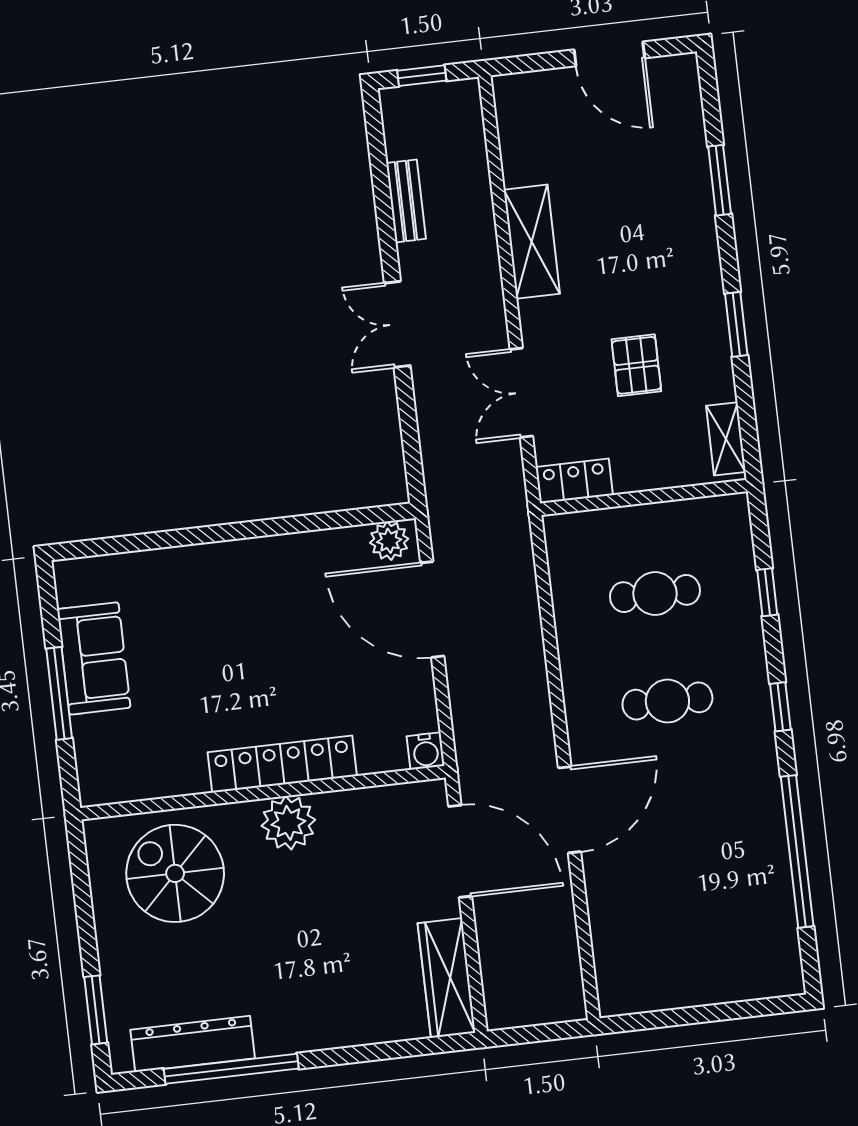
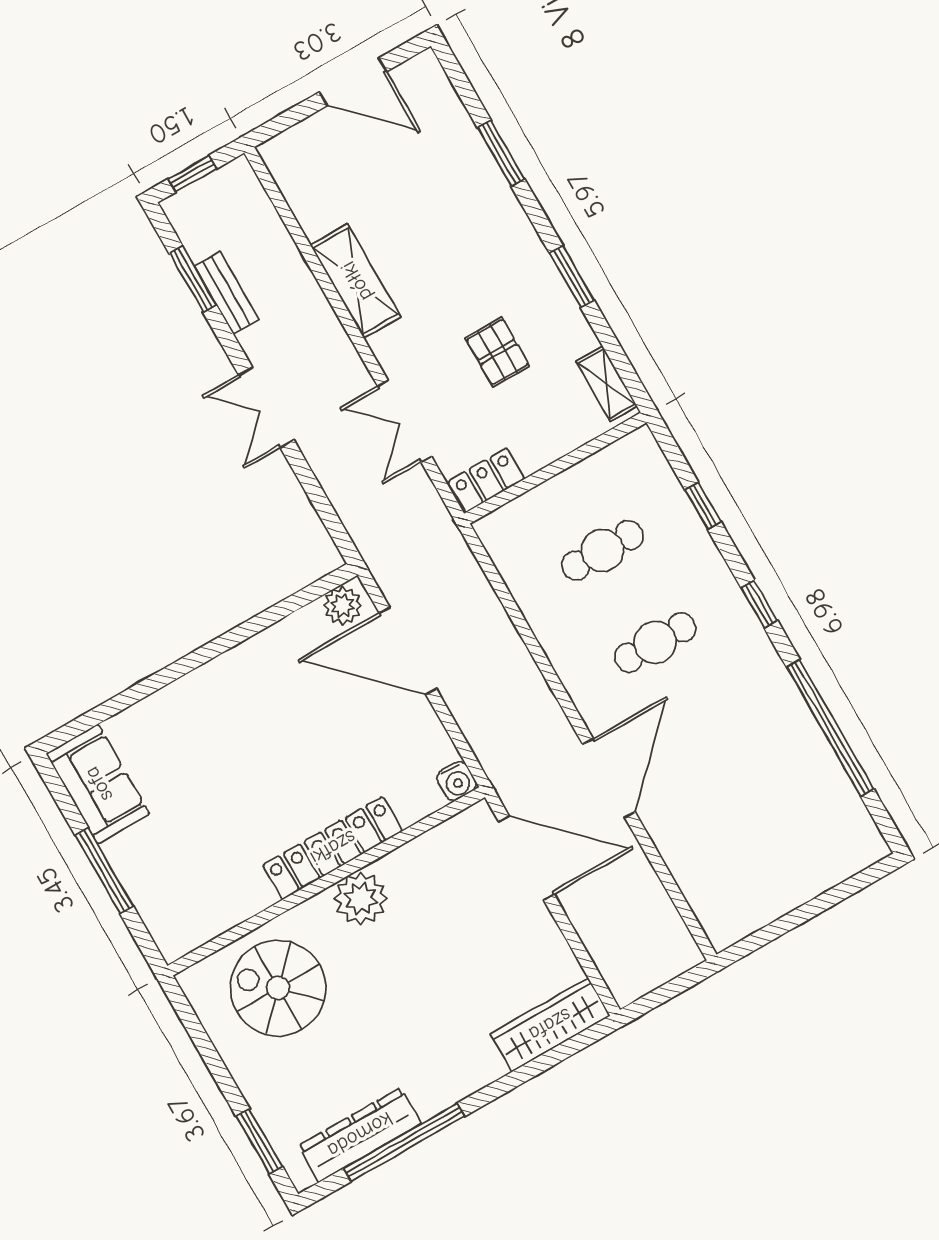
window: (380, 175) -> (193, 279), added
sofa: (94, 658) -> (98, 784), moved
wardrobe: (447, 978) -> (550, 1025), moved, turned 90

